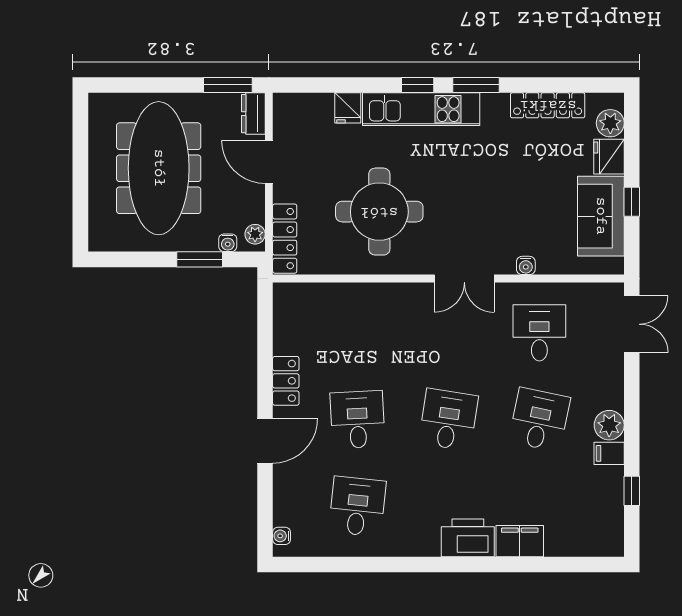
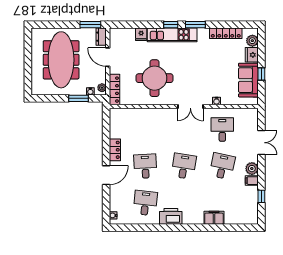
double door: (632, 324) -> (261, 143), moved
printer: (468, 538) -> (171, 216), moved

